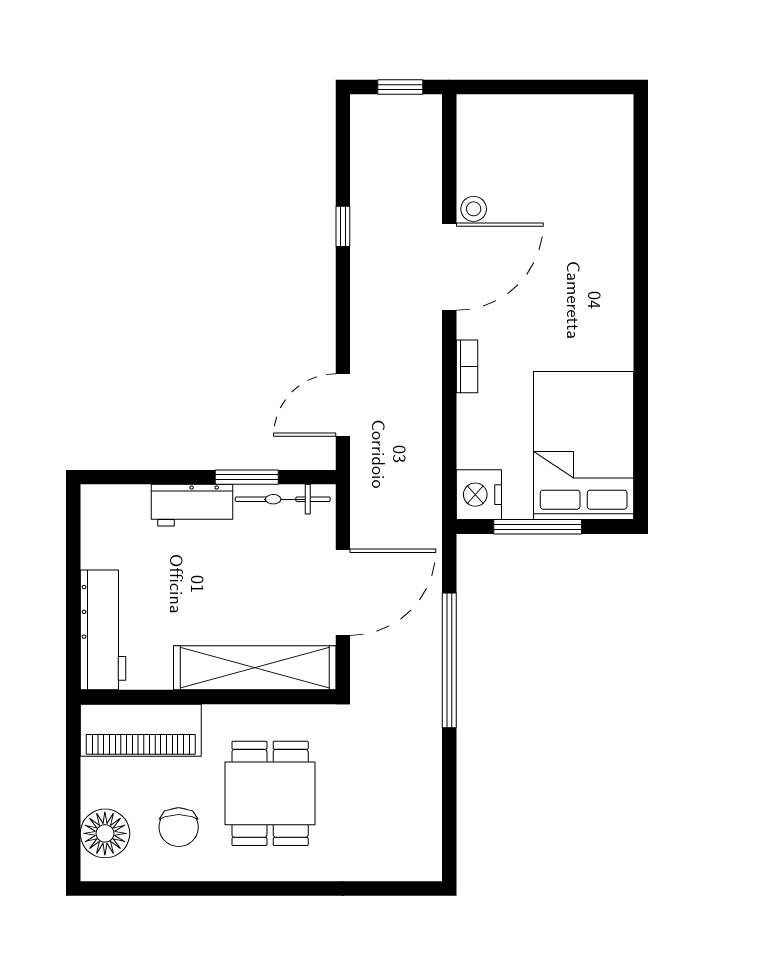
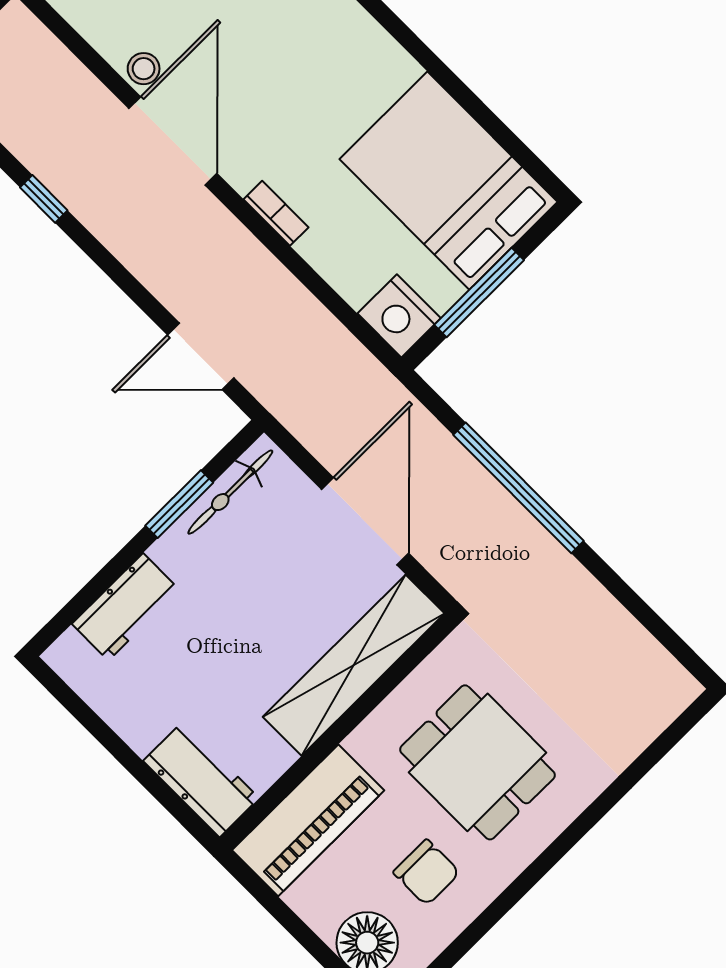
door: (343, 405) -> (201, 356), hinge flipped
workbench: (192, 505) -> (126, 607), moved
workbench: (103, 630) -> (201, 779), width x0.73

